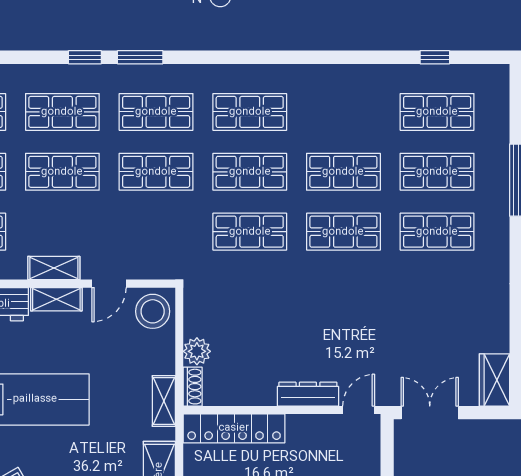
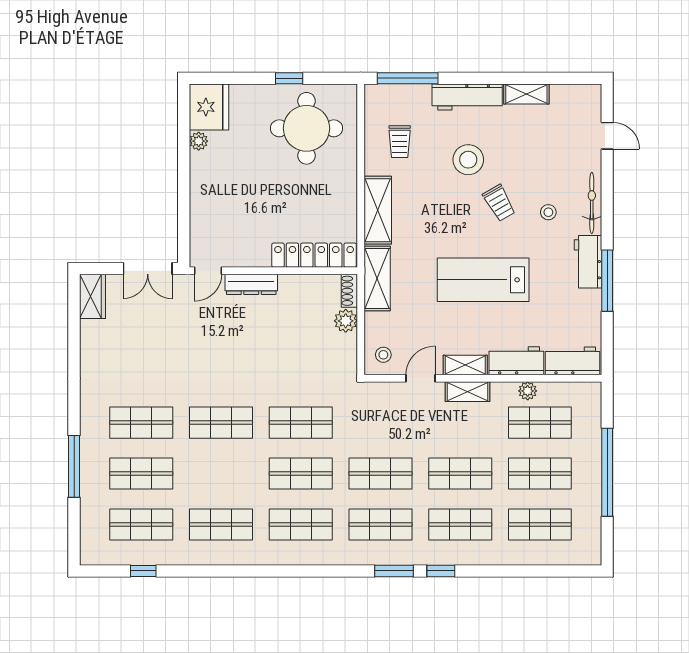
shop shelf: (343, 172) -> (221, 524), moved
stool: (153, 311) -> (383, 355), width x0.53, depth x0.53
shelving: (164, 401) -> (377, 278), width x1.50, depth x1.33

